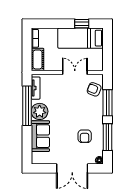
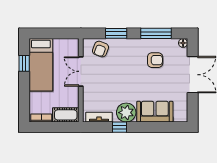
window: (107, 103) -> (116, 33), width x0.69
window: (27, 106) -> (120, 127), width x0.32

